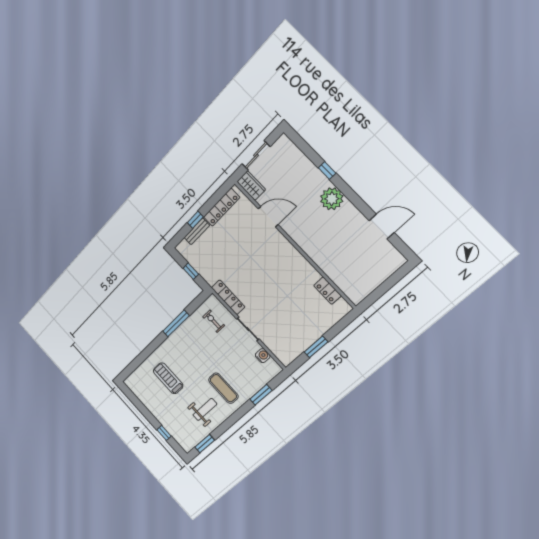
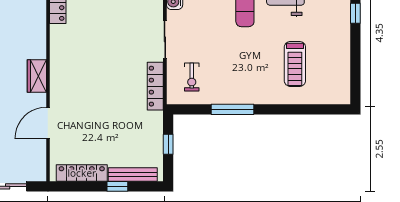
wardrobe: (251, 186) -> (37, 76), moved
door: (268, 217) -> (48, 123), hinge flipped
bench: (197, 231) -> (133, 175), width x1.36

